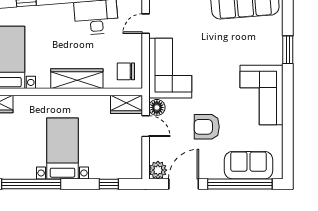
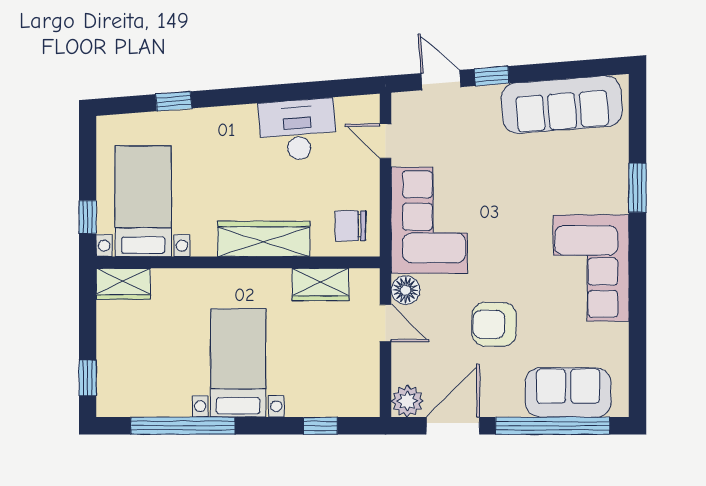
door: (146, 24) -> (386, 141), hinge flipped
wardrobe: (126, 104) -> (320, 285), moved

